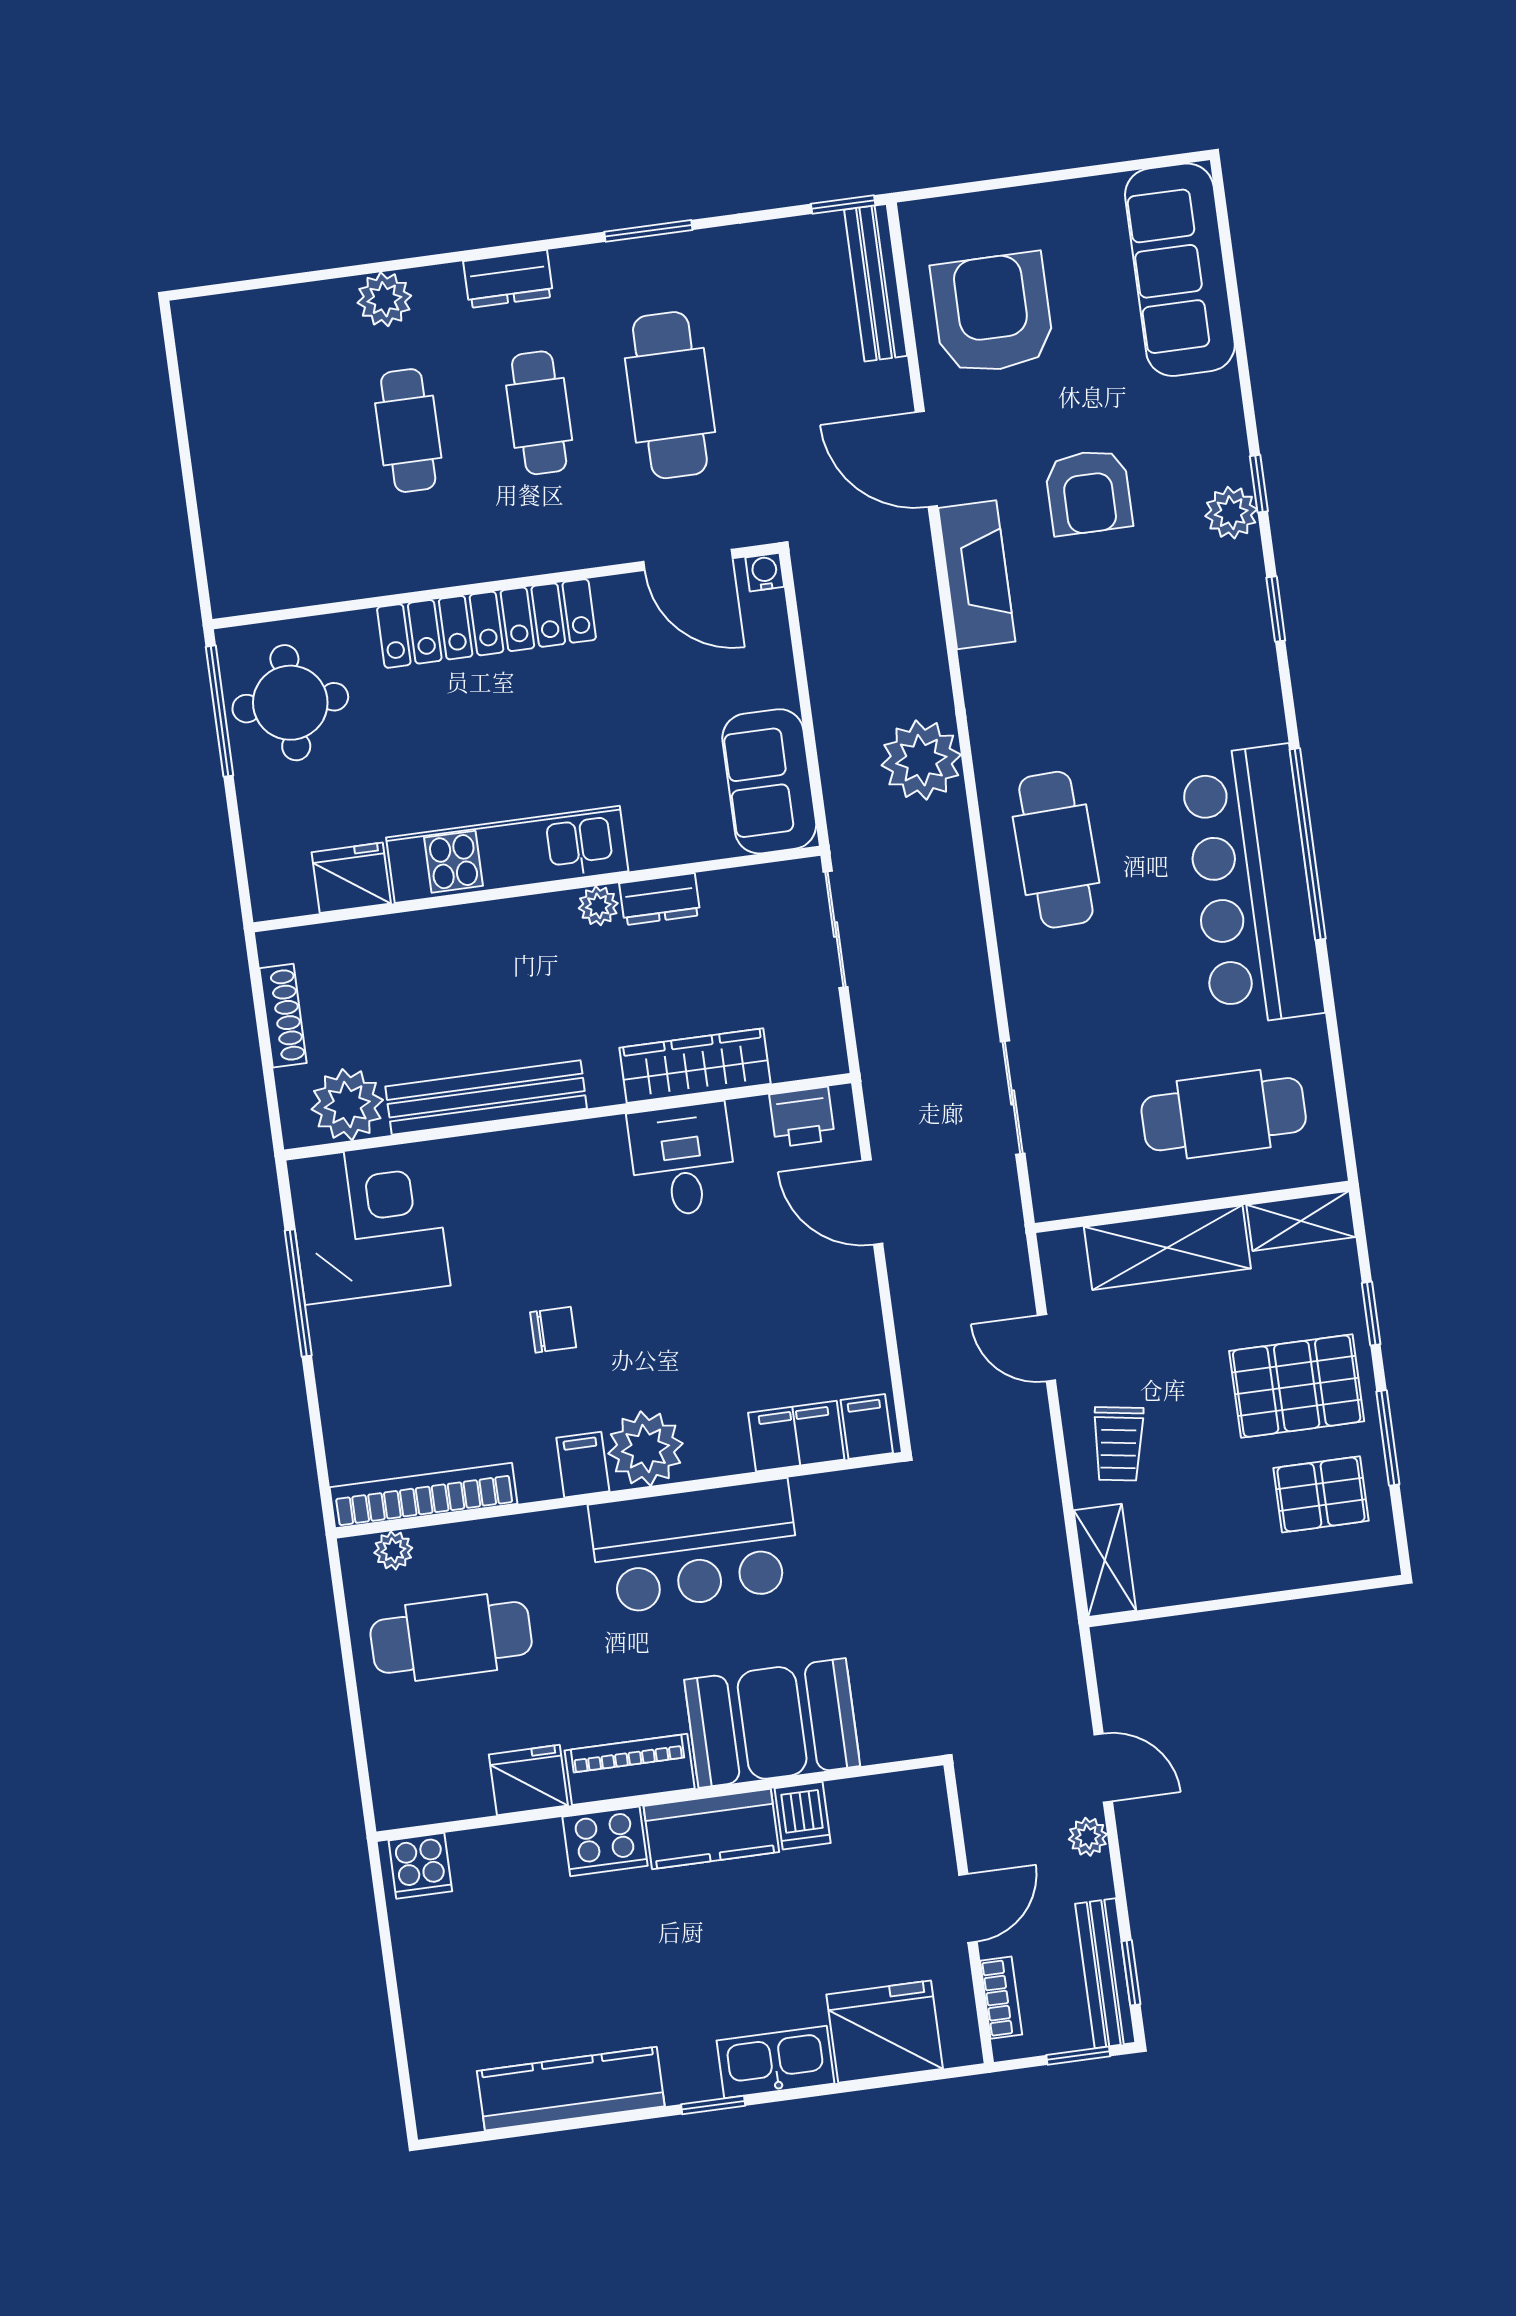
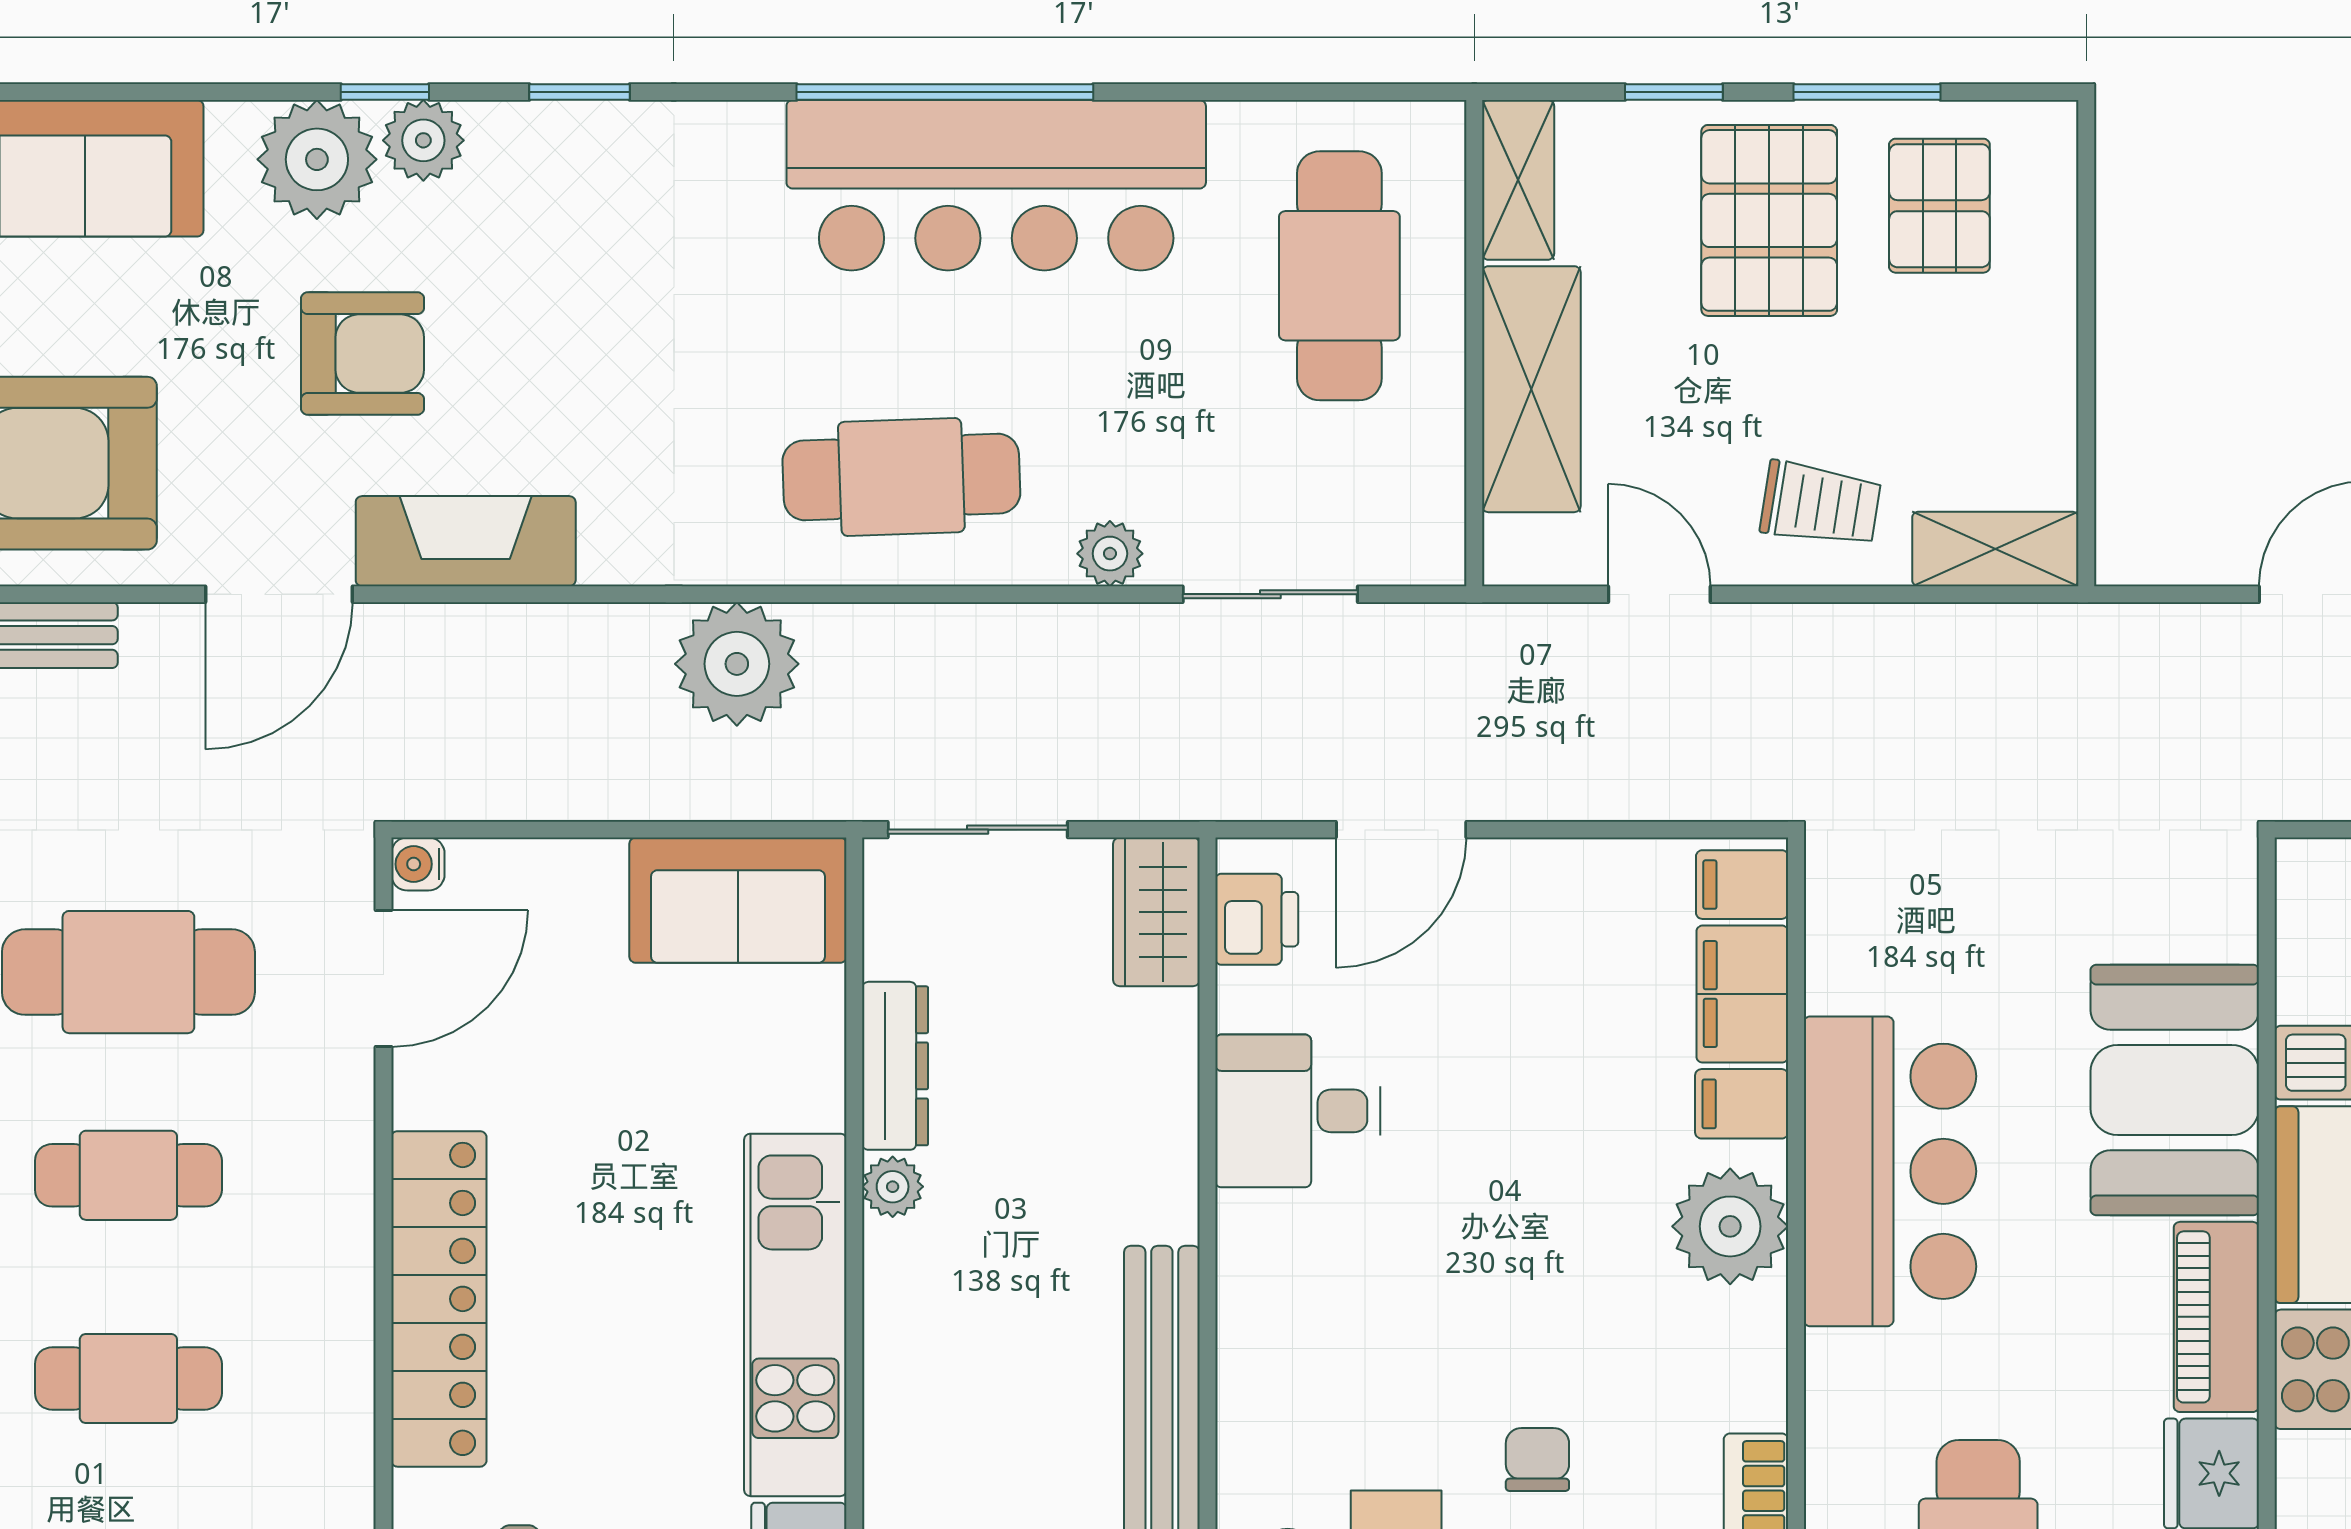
plant: (1210, 446) -> (317, 159), added
dresser: (660, 899) -> (895, 1066), width x1.44
plant: (1025, 991) -> (1110, 554), added
wardrobe: (695, 1066) -> (1156, 912), moved, width x0.67
chair: (553, 1330) -> (1537, 1460), moved
door: (1046, 1348) -> (1659, 594), swing flipped
filing cabinet: (583, 1465) -> (1742, 1104), moved

